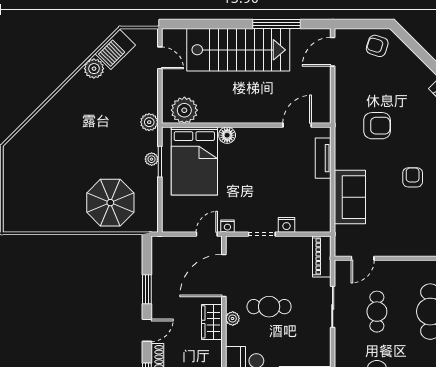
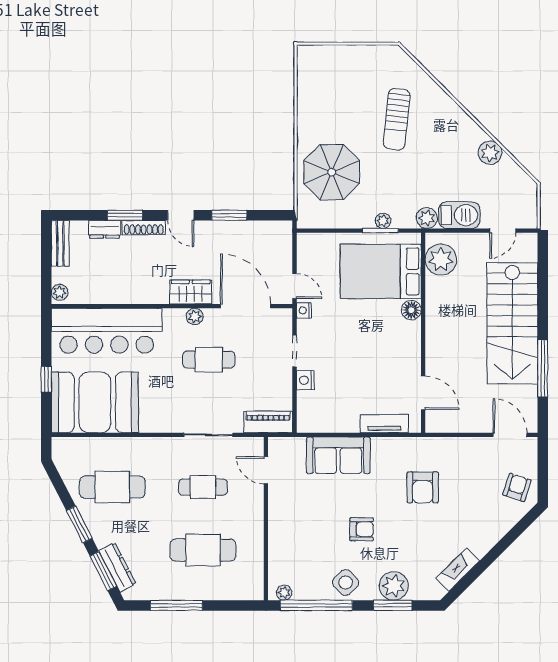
barbecue: (115, 49) -> (459, 215), moved, turned 135
sun lounger: (66, 148) -> (397, 119), added
cafe table: (269, 307) -> (209, 360), turned 90

